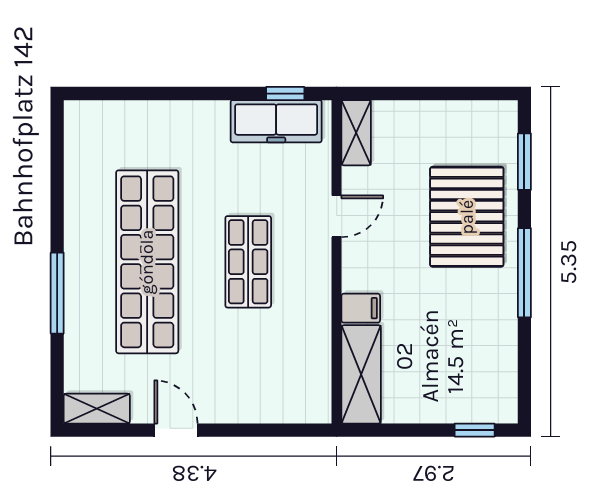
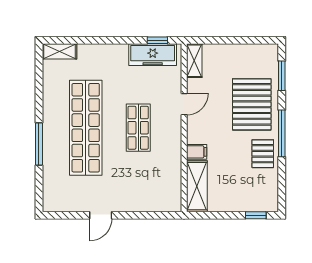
pallet: (488, 312) -> (263, 154), added
shelving: (97, 409) -> (59, 51), moved
door: (176, 430) -> (101, 215), swing flipped

